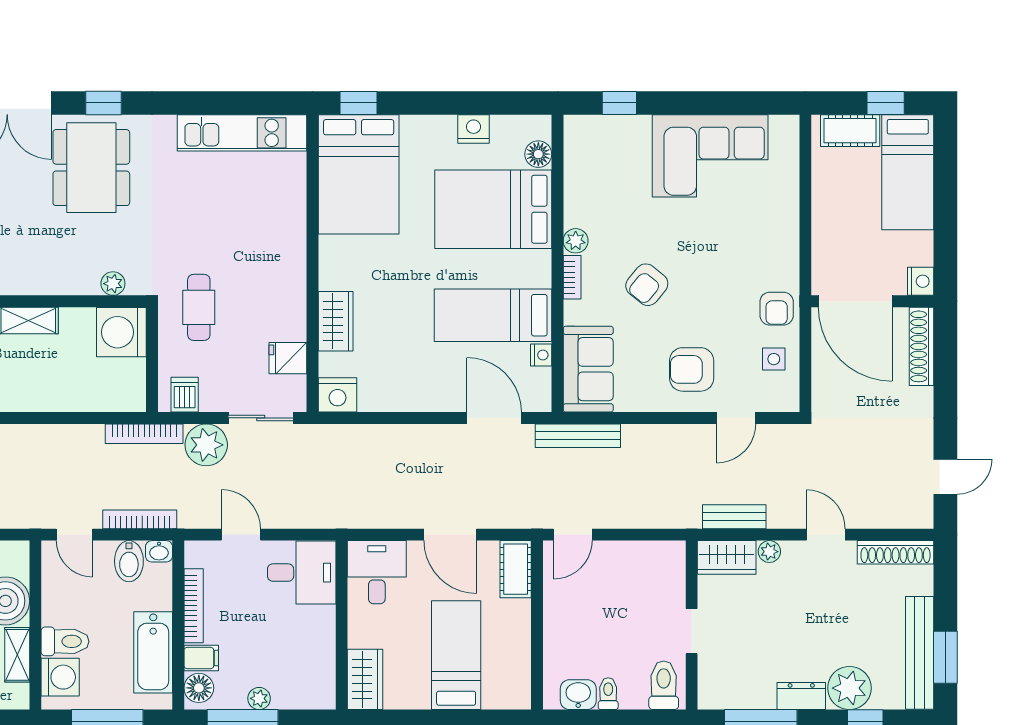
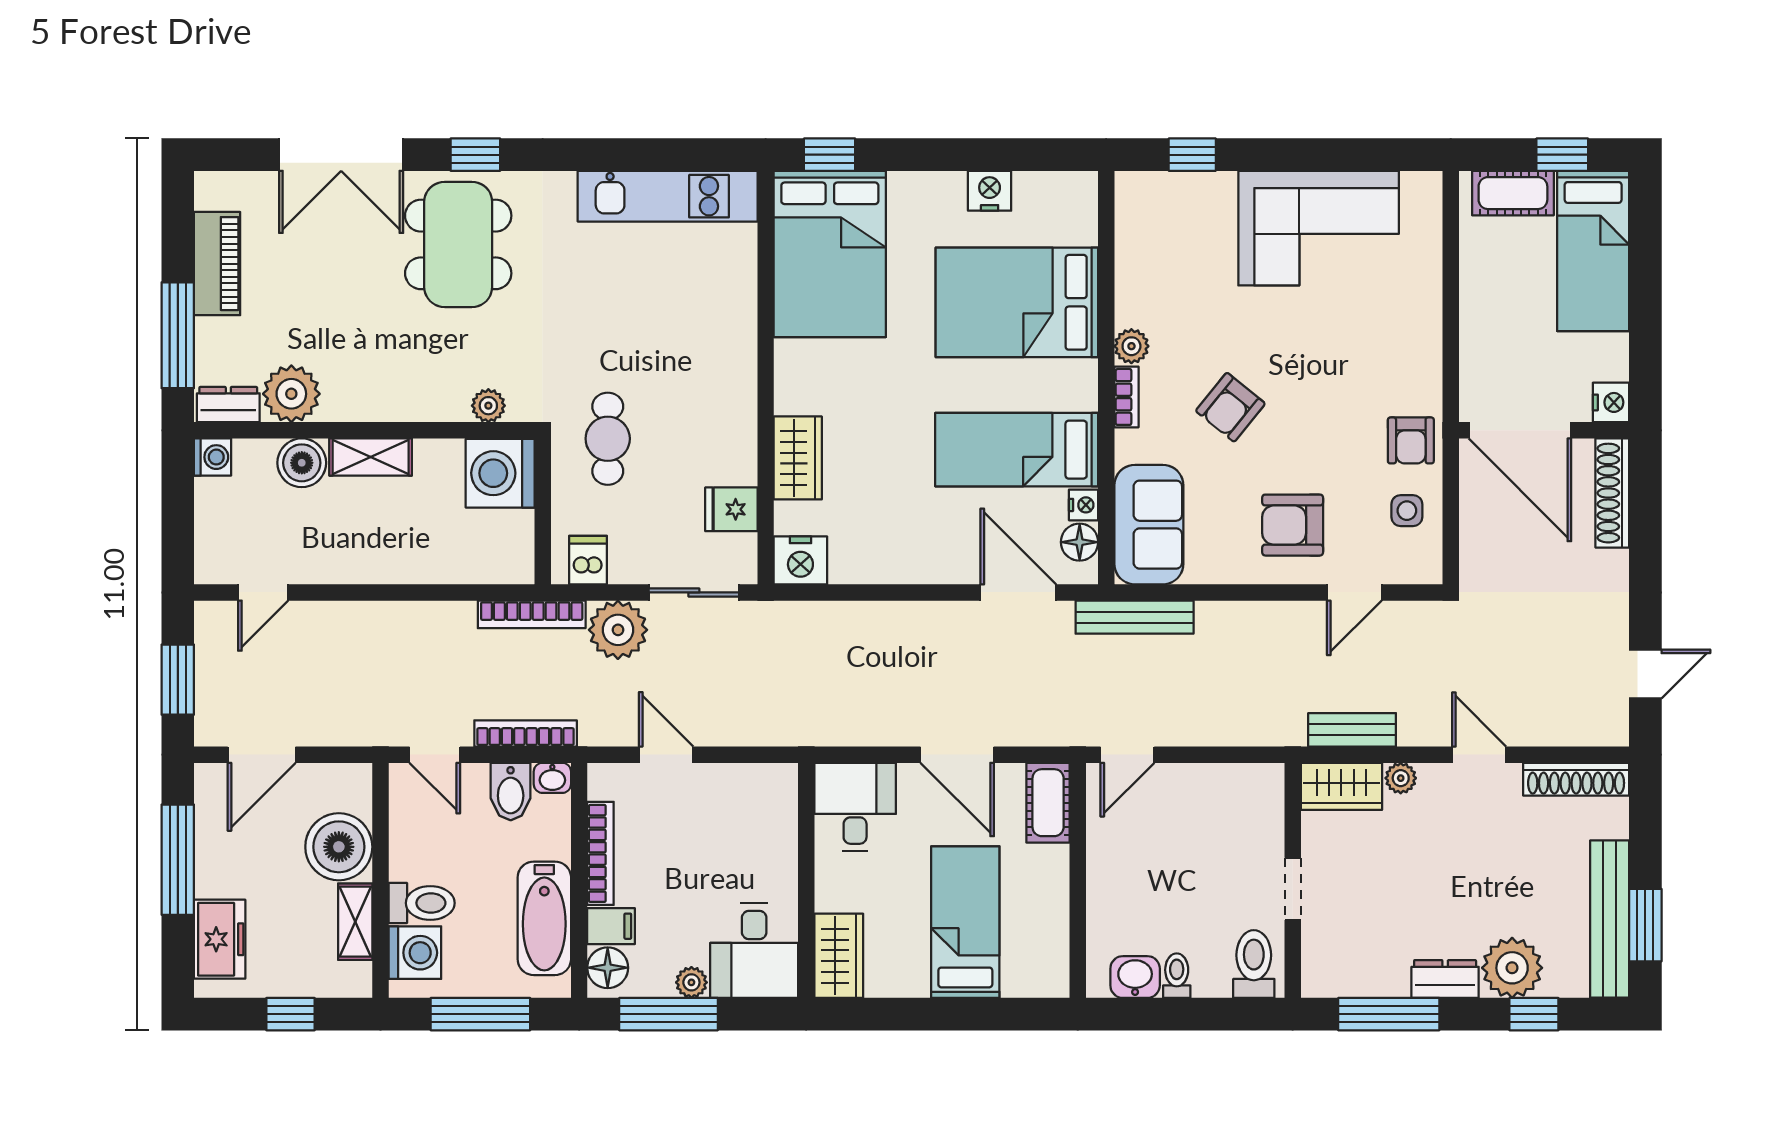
floor lamp: (538, 154) -> (1080, 542), moved
desk: (302, 573) -> (754, 951), moved, turned 90

